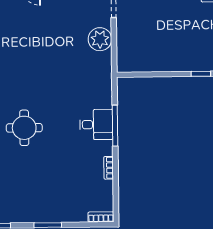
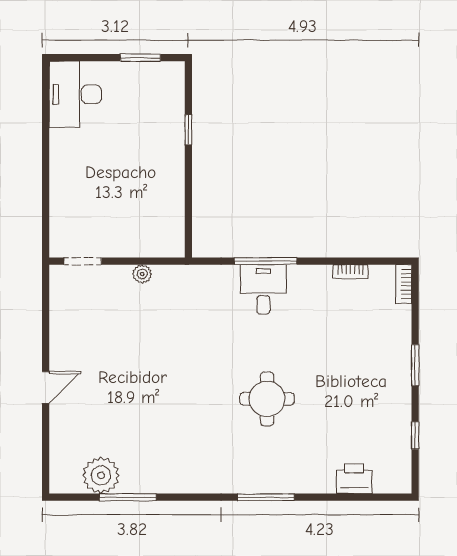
plant: (100, 39) -> (142, 274), width x0.53, depth x0.53
bookcase: (109, 168) -> (350, 272), moved

